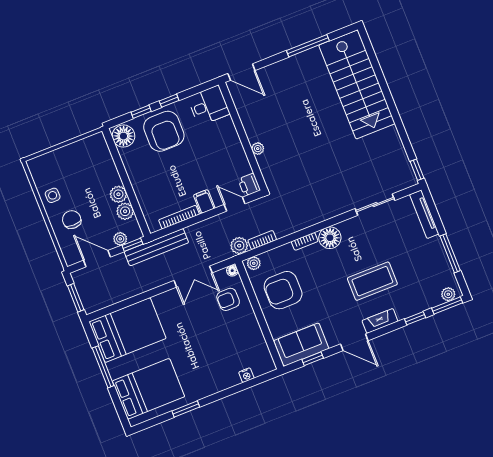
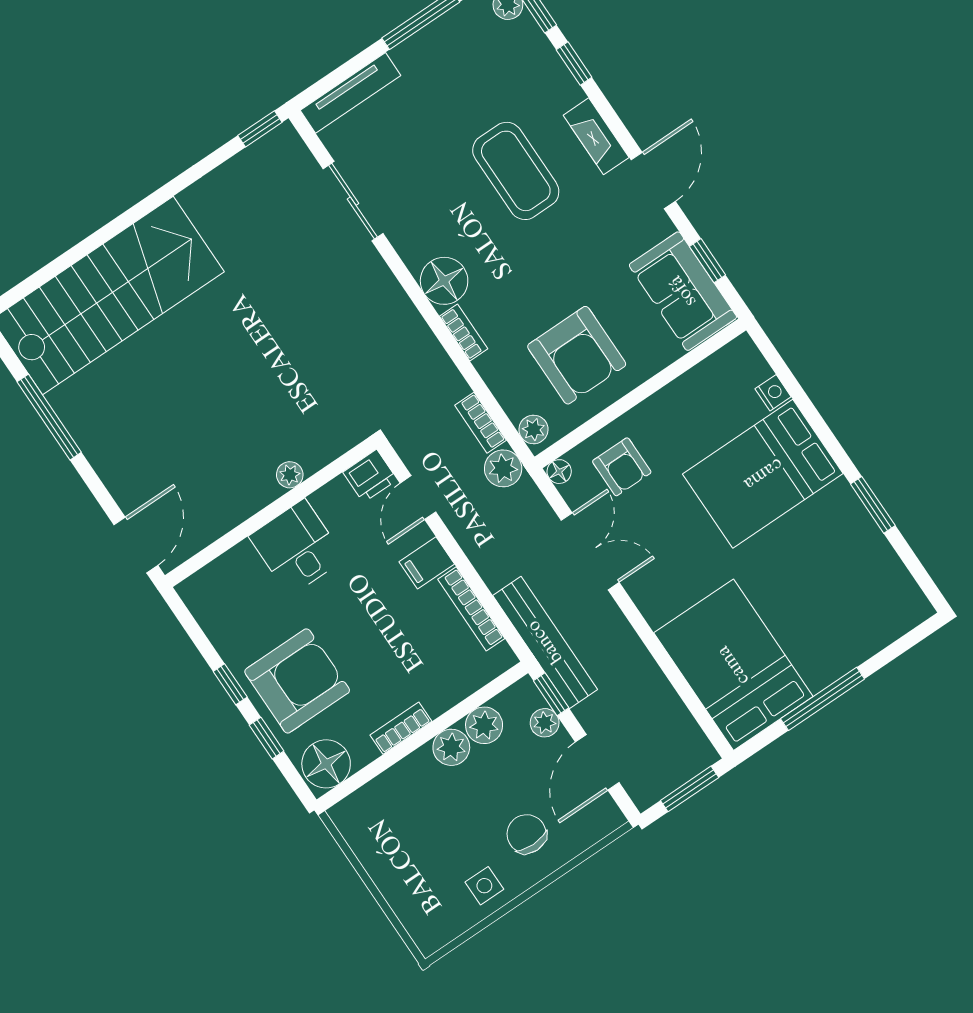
desk: (209, 106) -> (297, 547), moved
bookcase: (132, 173) -> (401, 728), added
chair: (72, 220) -> (527, 834), turned 90
bed: (148, 389) -> (763, 474), moved, turned -90

